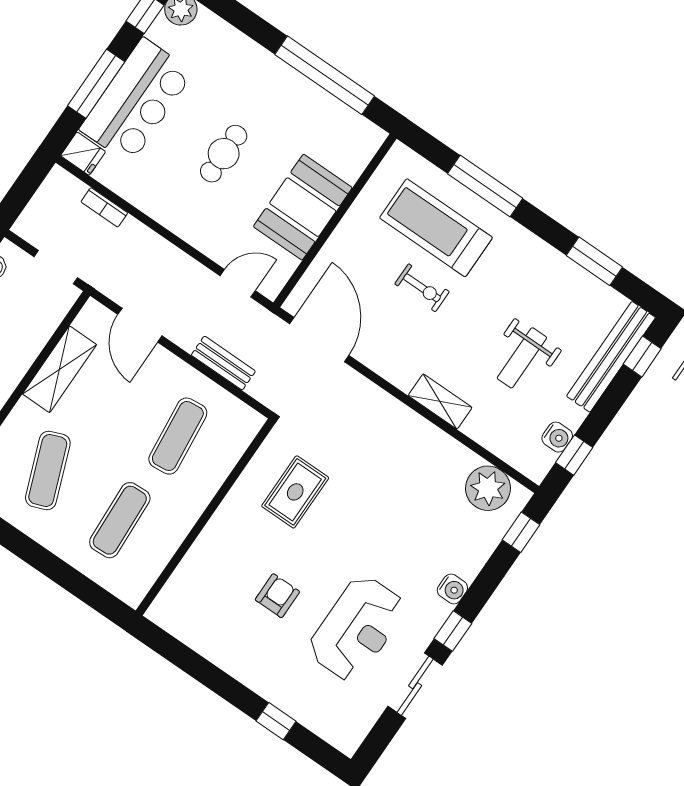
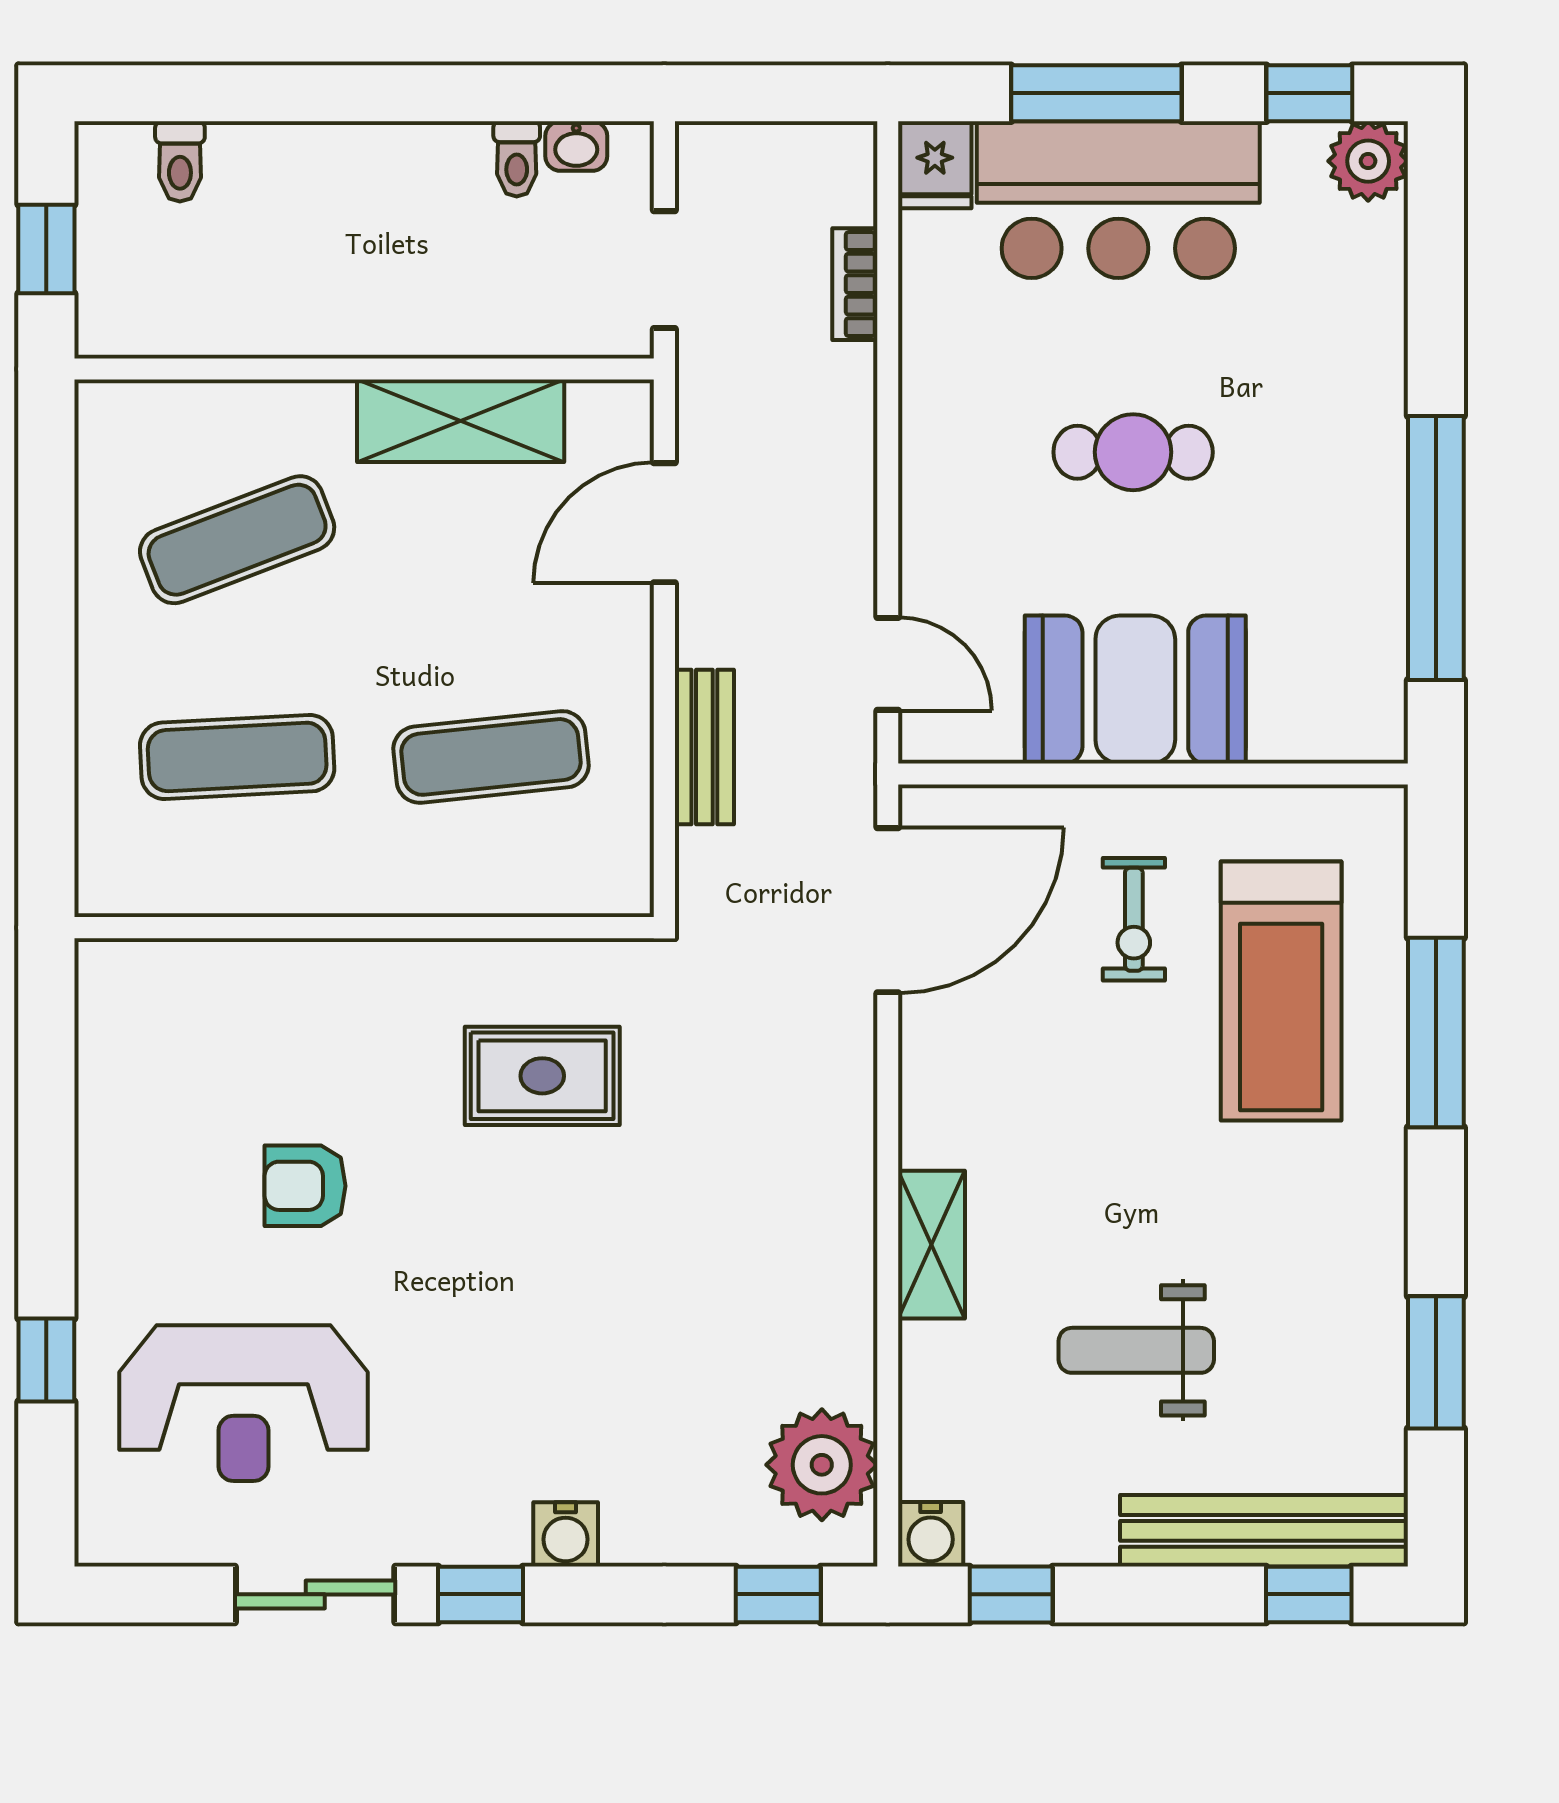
treadmill: (436, 228) -> (1281, 991), turned 180
exercise bike: (422, 288) -> (1134, 919), moved
water cooler: (557, 437) -> (931, 1534), moved
armchair: (277, 596) -> (305, 1186), turned 180
reception desk: (357, 628) -> (243, 1403), moved

